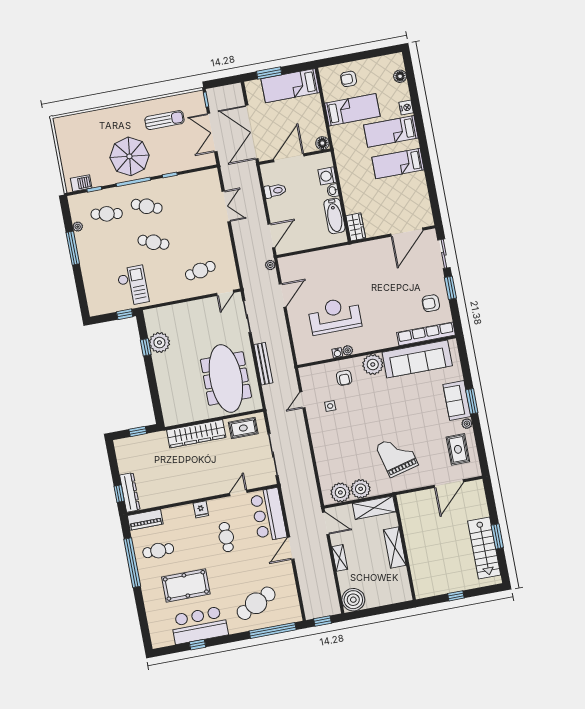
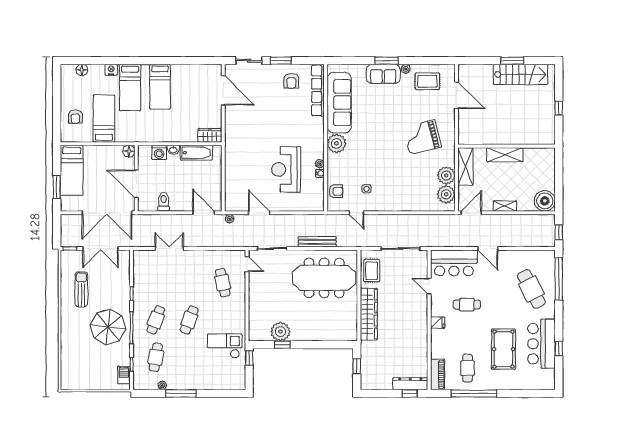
armchair: (344, 378) -> (336, 191), moved

